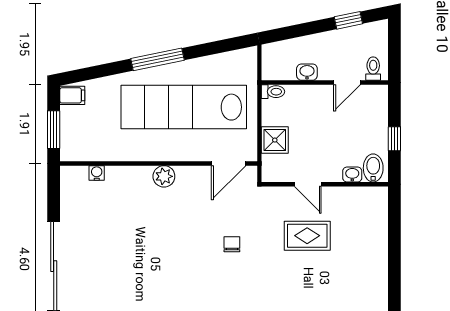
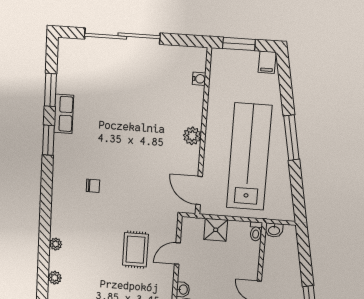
washbasin: (307, 72) -> (274, 230), moved, turned 90
chair: (232, 244) -> (93, 186), moved

